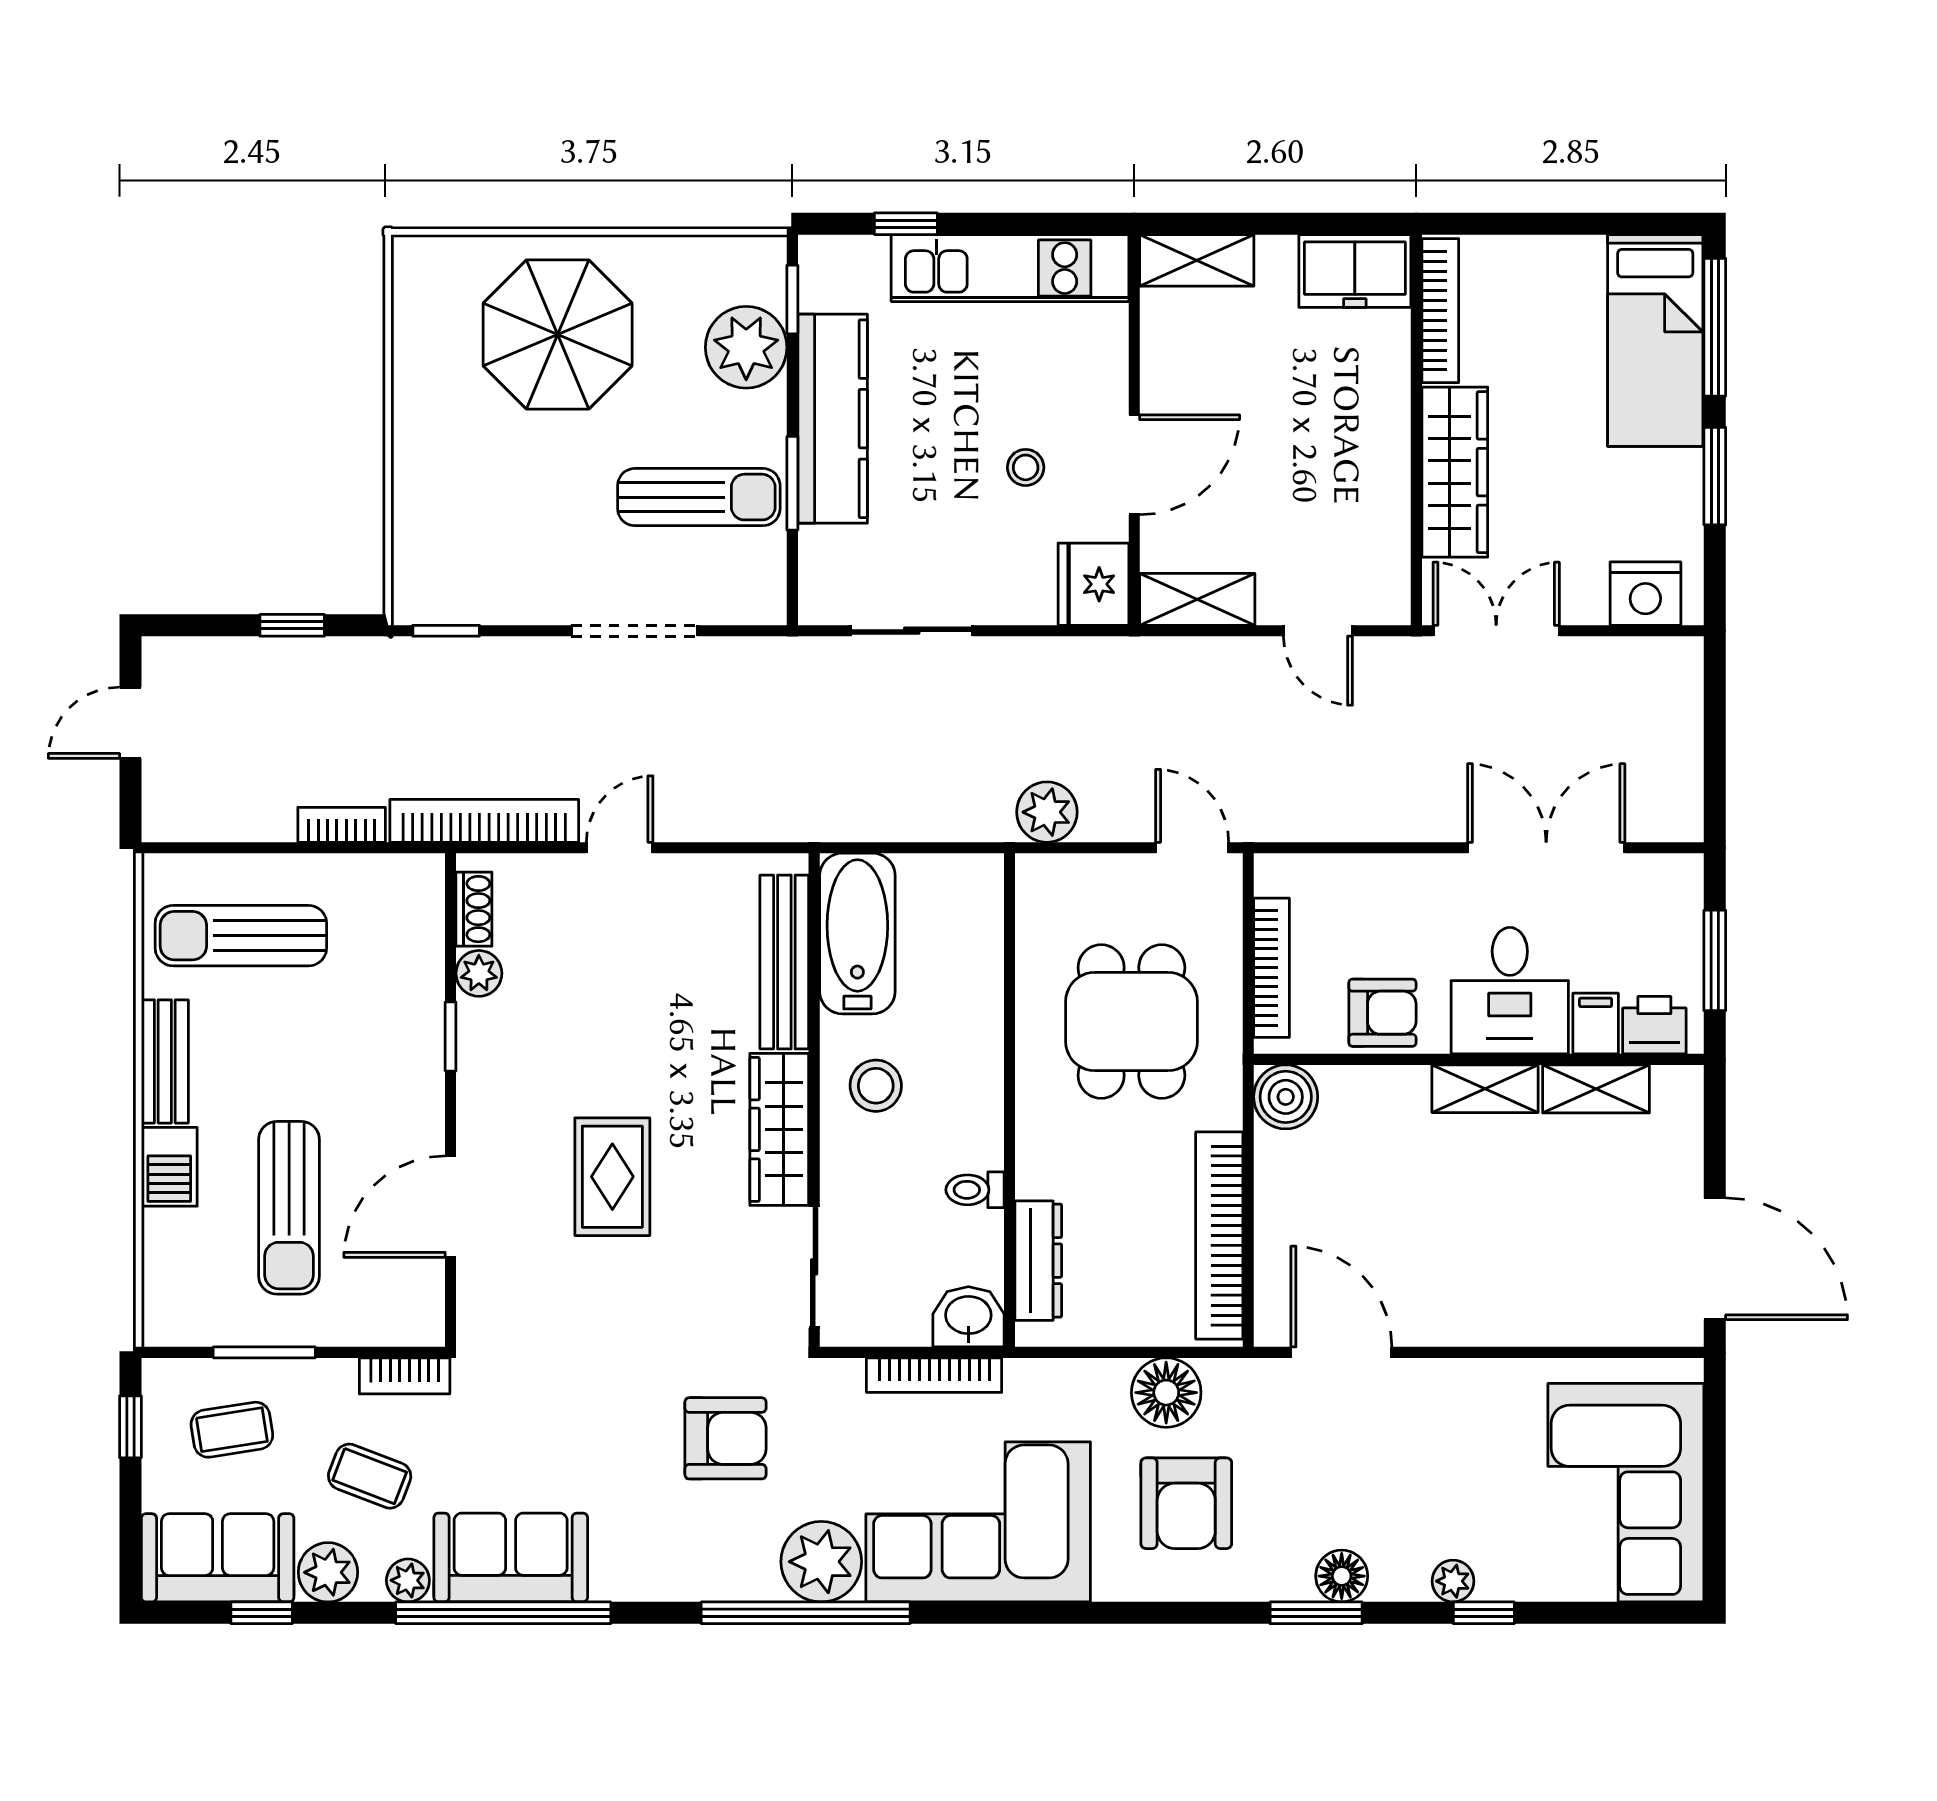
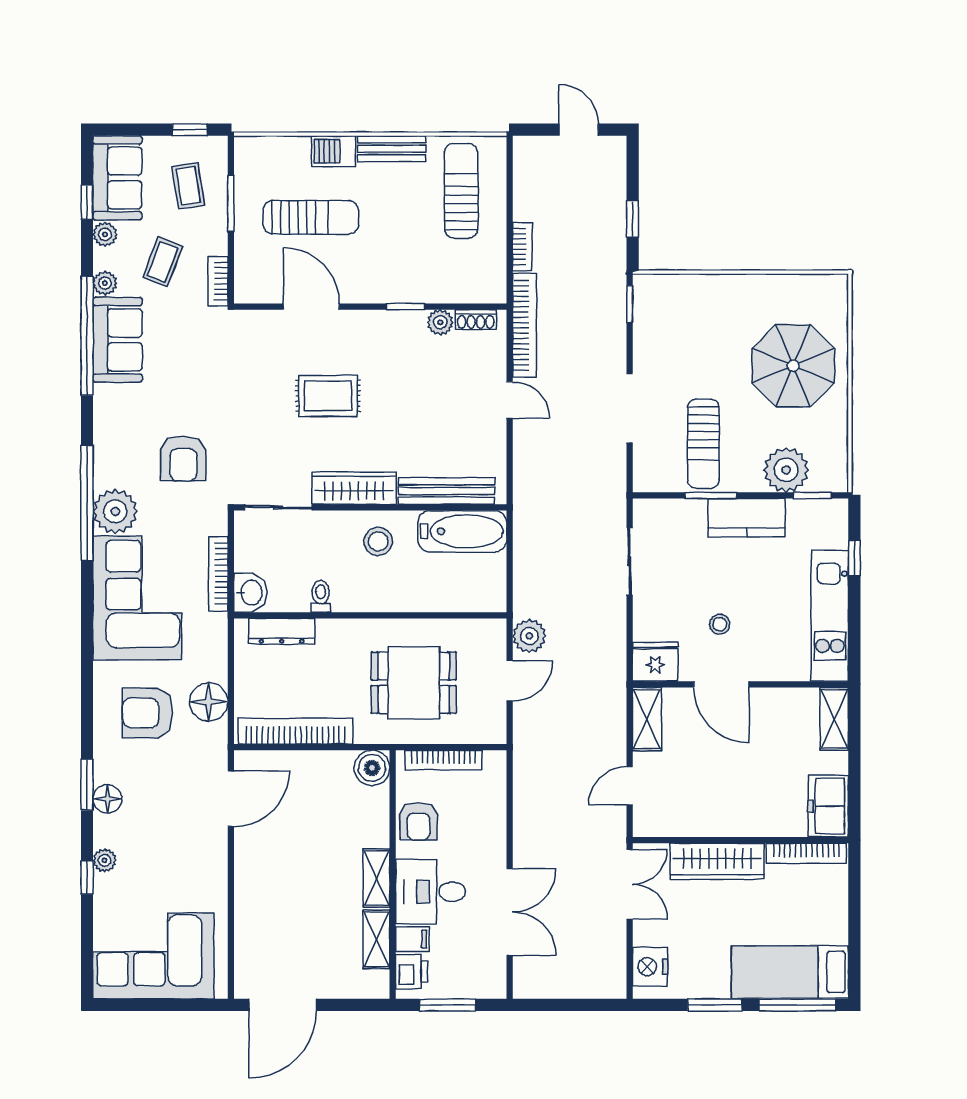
kitchen counter: (833, 419) -> (747, 518), width x0.67
door: (1192, 848) -> (510, 681), moved
sun lounger: (289, 1208) -> (311, 217), turned 180
plant: (328, 1572) -> (105, 234), width x0.73, depth x0.73

